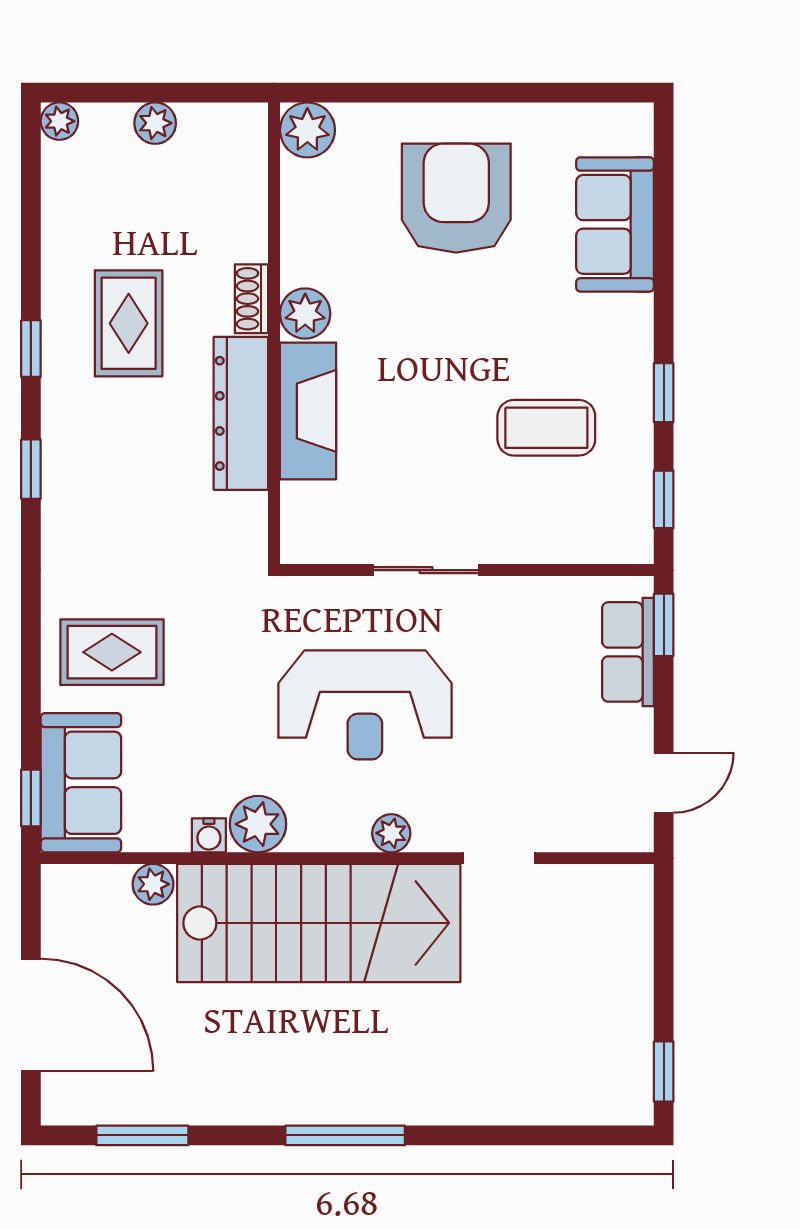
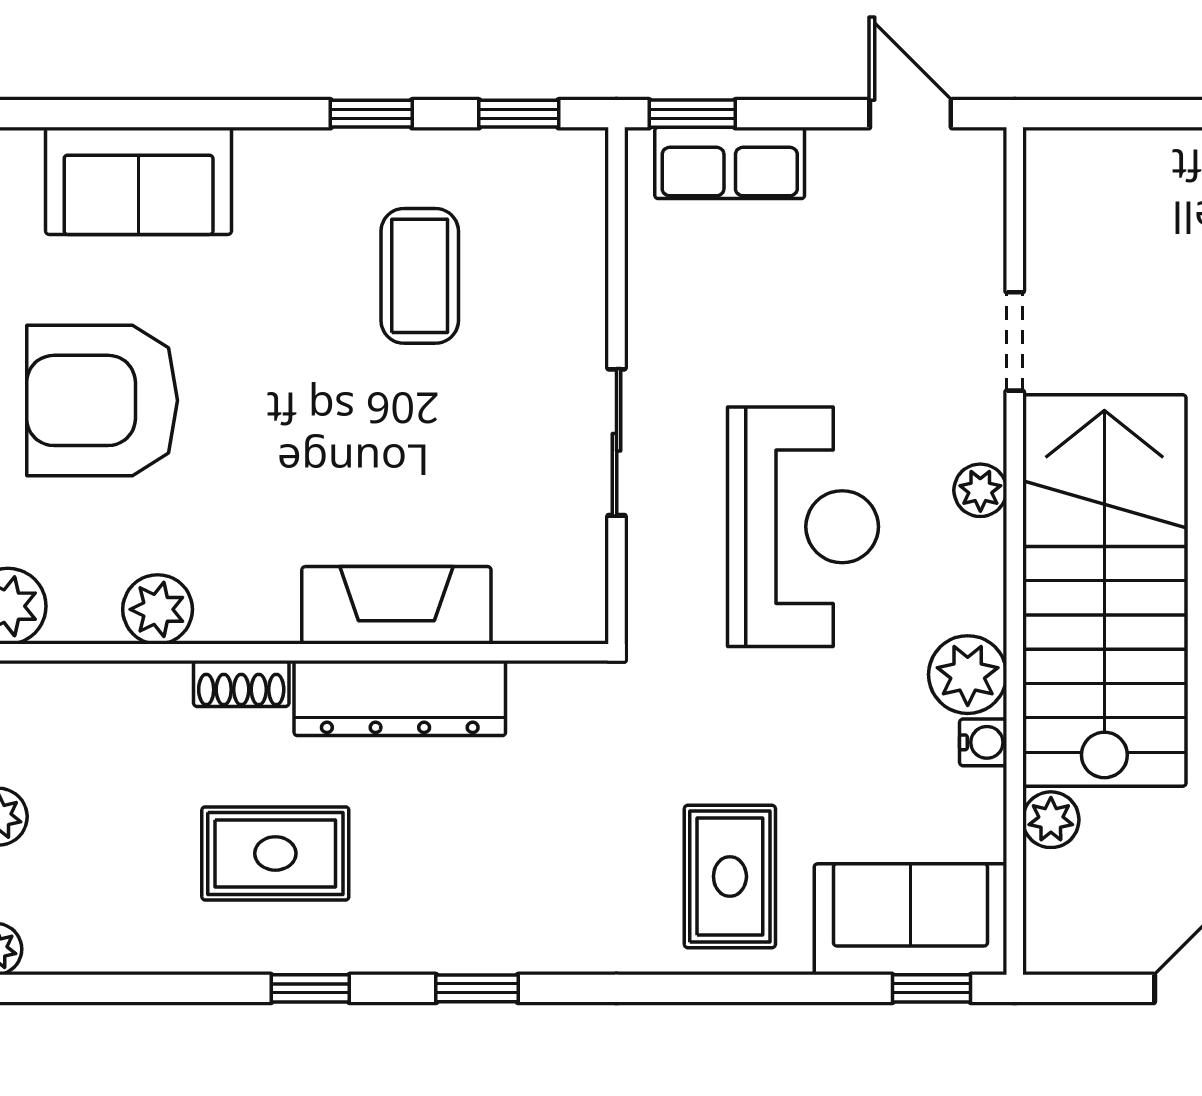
plant: (305, 314) -> (158, 609), moved

